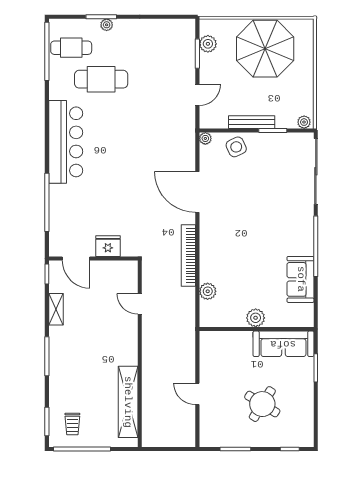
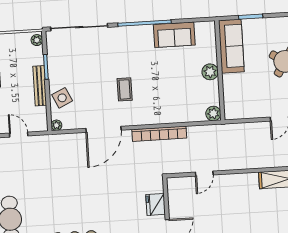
coffee table: (241, 219) -> (125, 89), added
plant: (208, 291) -> (213, 114), moved

